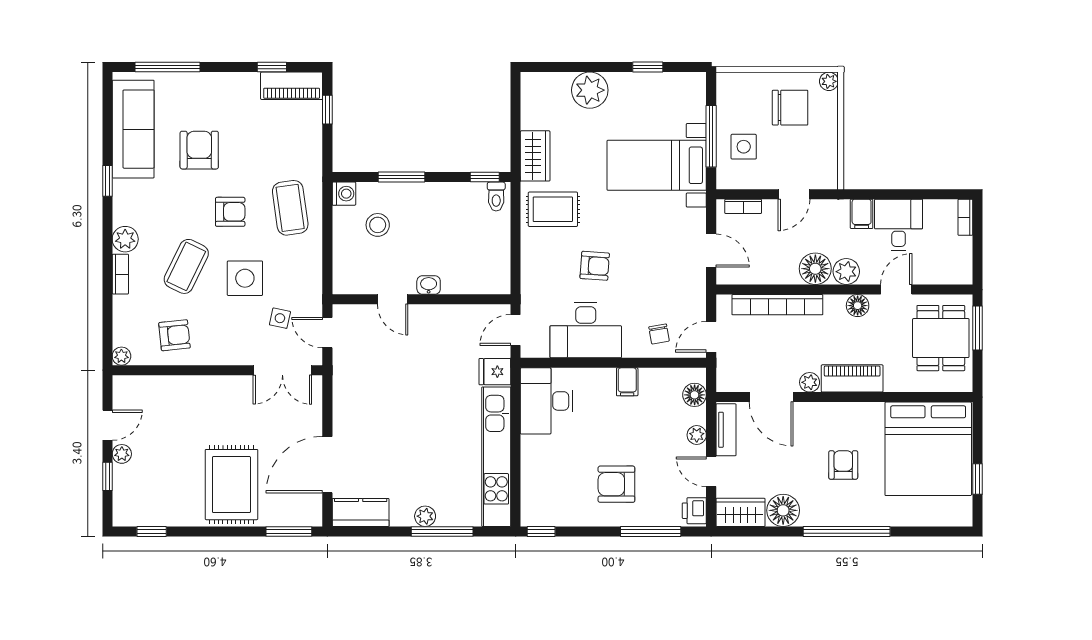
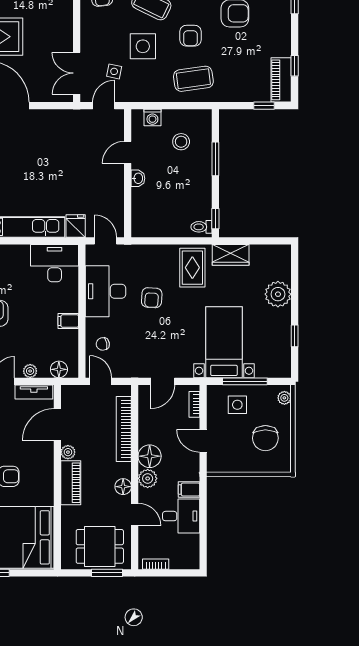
plant: (829, 81) -> (284, 398), moved
washing machine: (344, 194) -> (152, 117), moved
bookcase: (965, 217) -> (156, 564), moved

